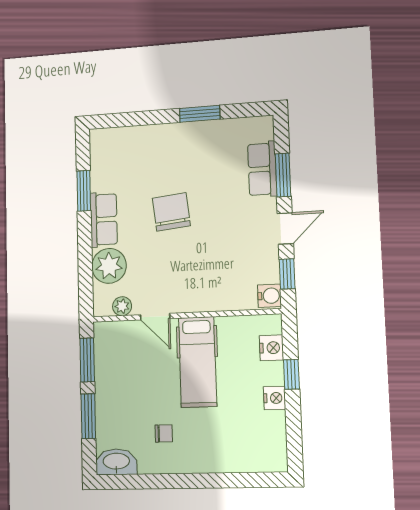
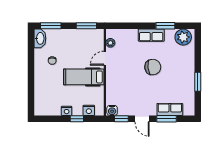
plant: (109, 266) -> (183, 37), moved
window: (88, 416) -> (51, 26), moved

